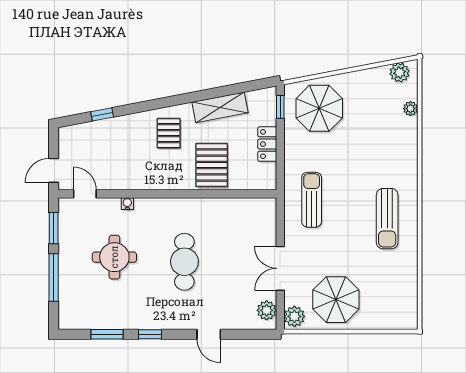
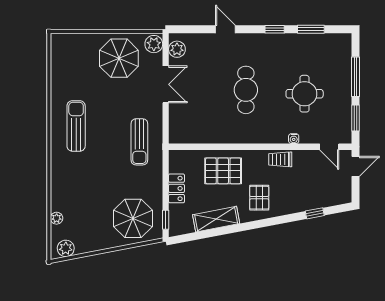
pallet: (212, 165) -> (223, 171), turned 90
trolley: (143, 179) -> (280, 159), added

